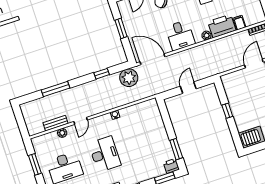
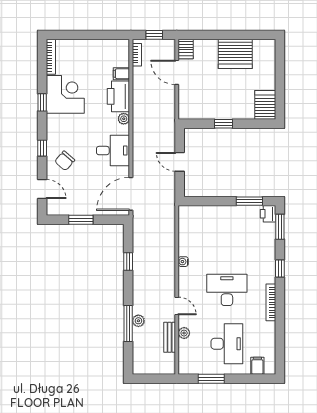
plant: (129, 78) -> (138, 321), moved, width x0.53, depth x0.53

